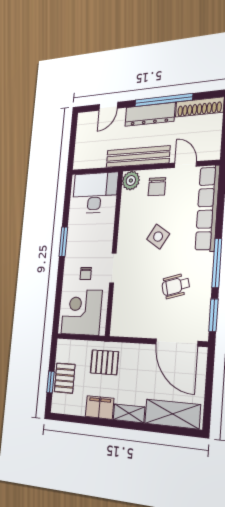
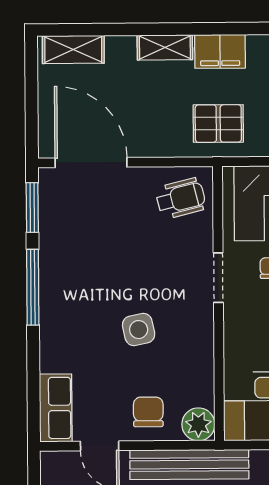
row of seats: (207, 208) -> (56, 408), width x0.50
side table: (158, 237) -> (139, 330), turned 45
wheelchair: (176, 286) -> (181, 198), moved
shelving: (172, 414) -> (73, 50), width x0.67, depth x0.75

